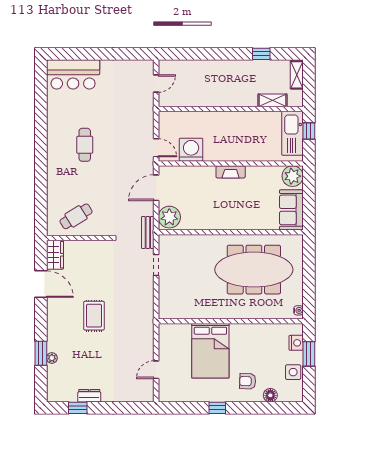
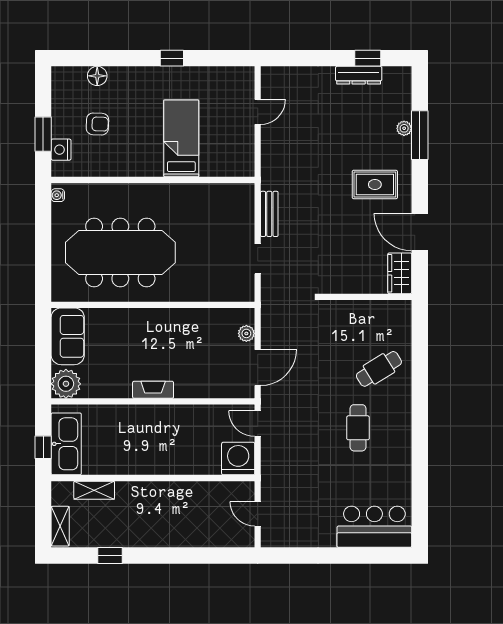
door: (156, 84) -> (258, 514), hinge flipped
washing machine: (191, 150) -> (238, 459), moved, turned 180
cafe table: (76, 216) -> (379, 369), moved
plant: (169, 217) -> (246, 333), width x0.53, depth x0.53
bench: (148, 232) -> (269, 214), moved
rug: (94, 316) -> (375, 184), moved, turned 90
bed: (210, 351) -> (181, 138), width x0.67
window: (41, 353) -> (420, 135), width x1.44
side table: (293, 372) -> (65, 108), removed
armchair: (248, 381) -> (97, 124), moved
dresser: (89, 396) -> (359, 75), width x1.44

